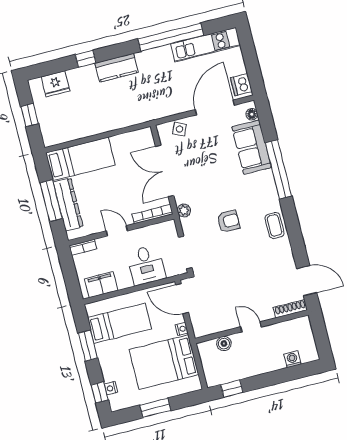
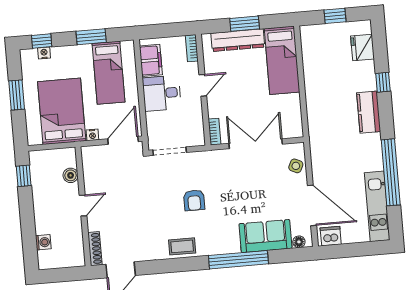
window: (51, 201) -> (245, 24), width x0.69
plant: (184, 211) -> (212, 157), removed
bookcase: (152, 214) -> (215, 132), width x0.64
desk: (146, 265) -> (162, 93), moved

